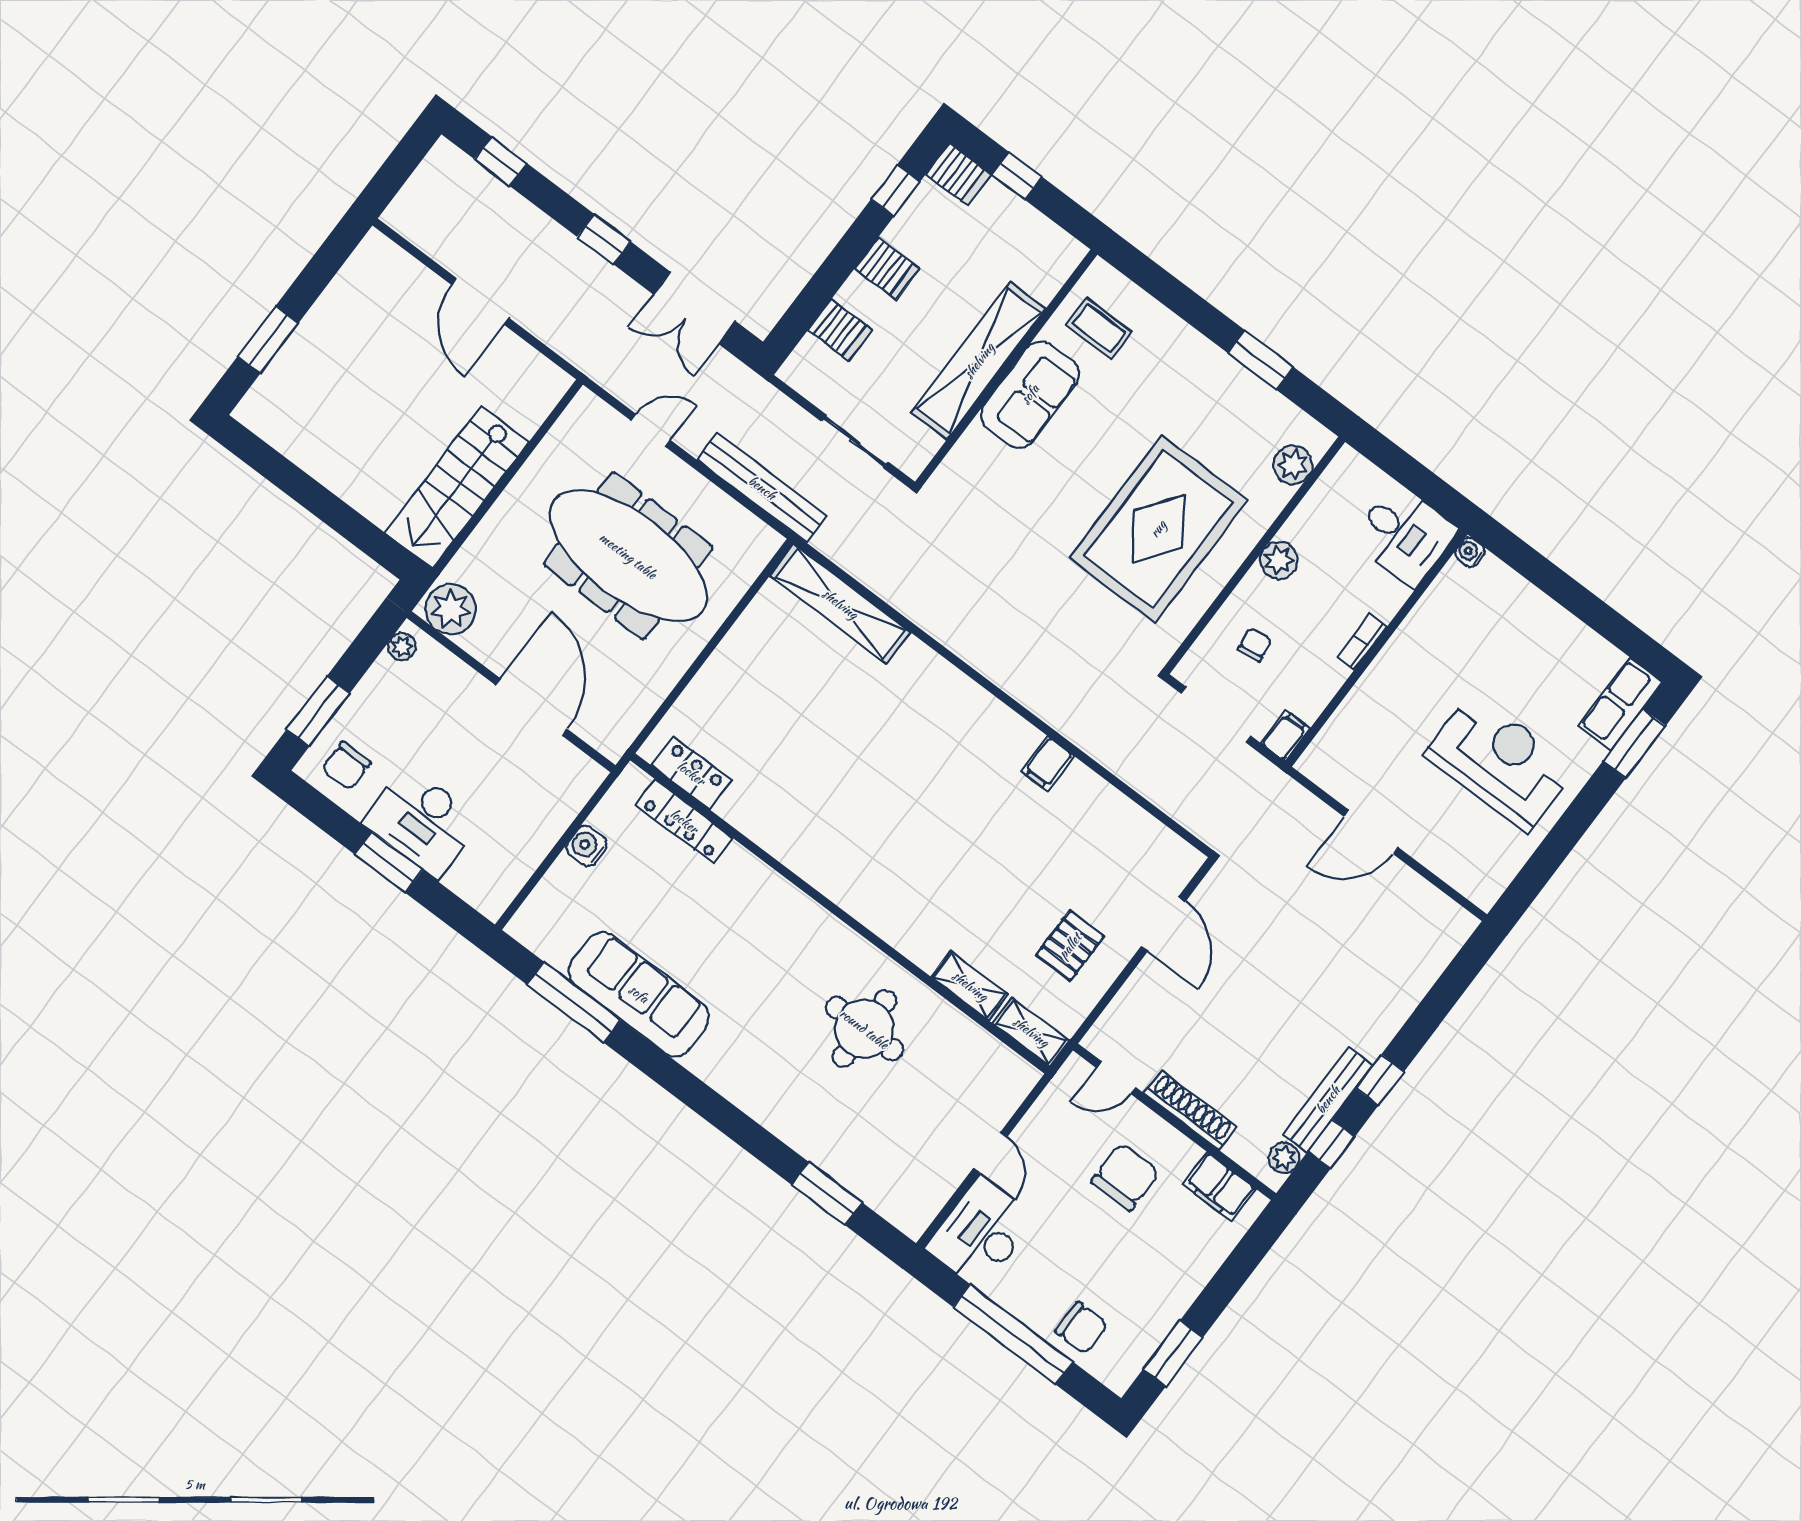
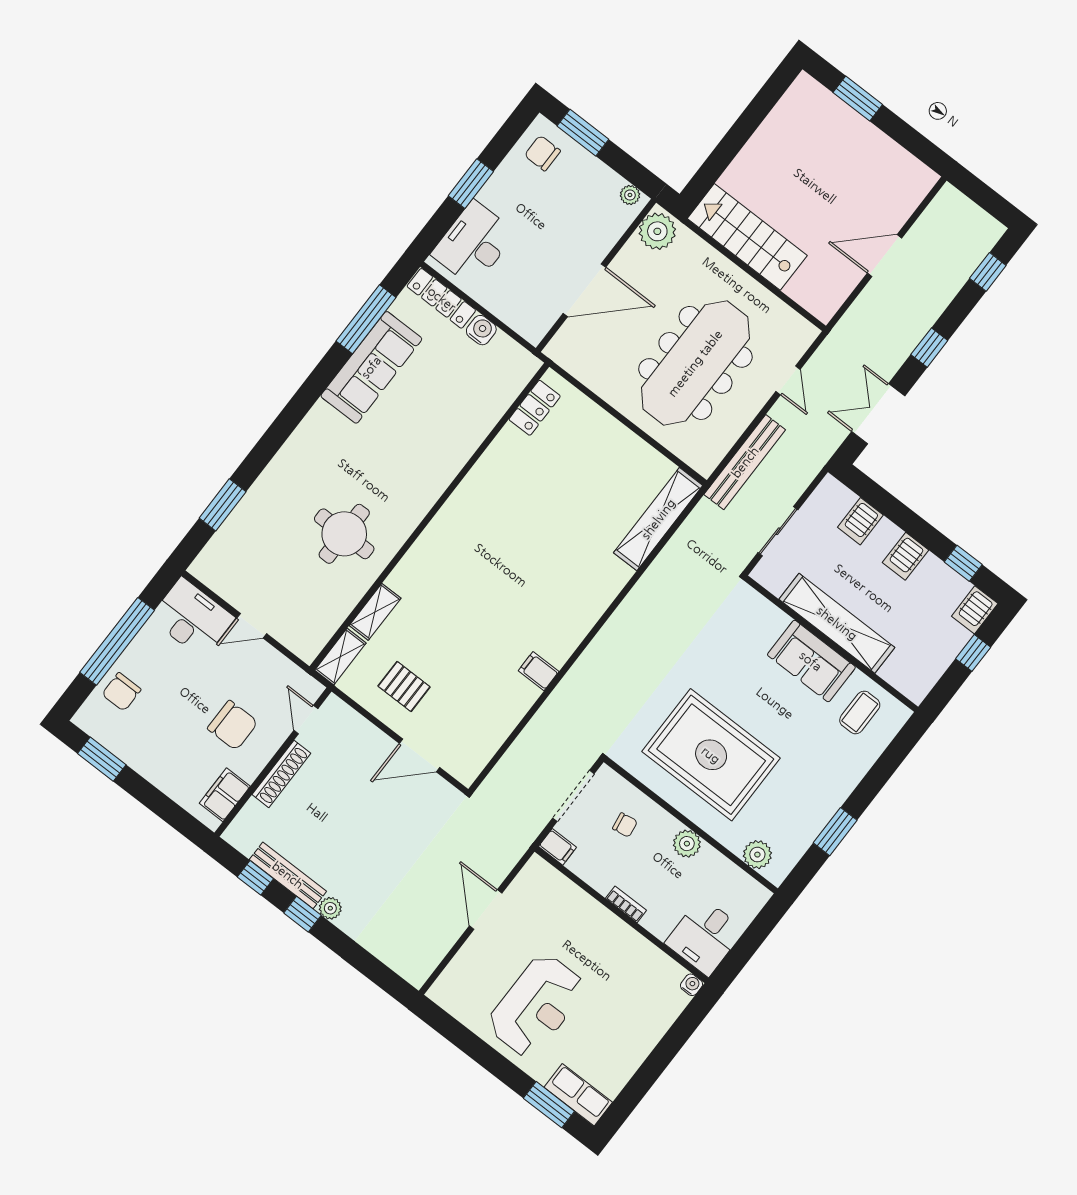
locker: (684, 821) -> (441, 298), moved, turned -90
desk: (422, 822) -> (474, 244), moved
plant: (1284, 1158) -> (330, 908), moved

